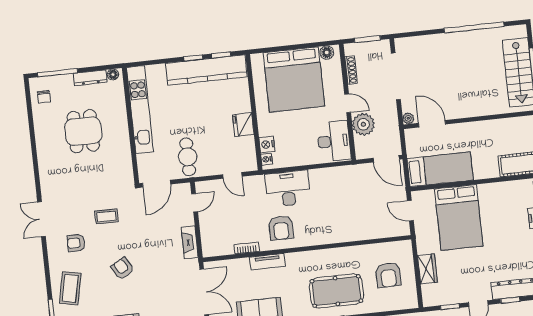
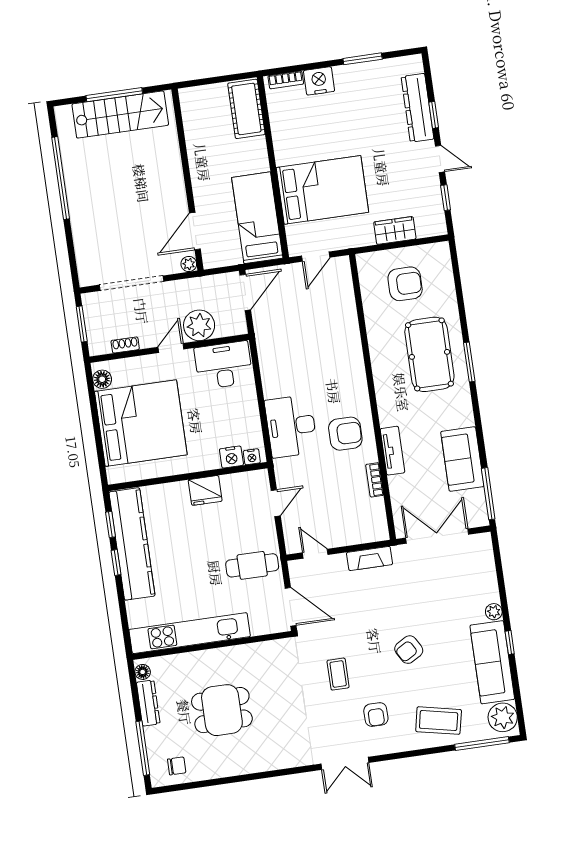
shoe rack: (351, 70) -> (125, 345), width x0.70

